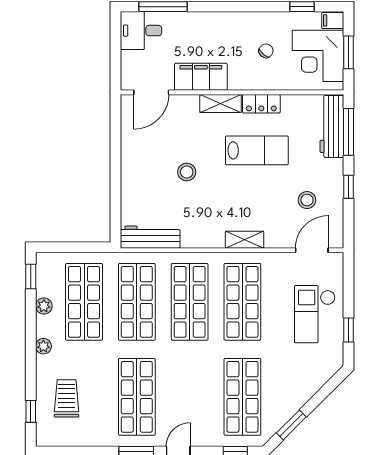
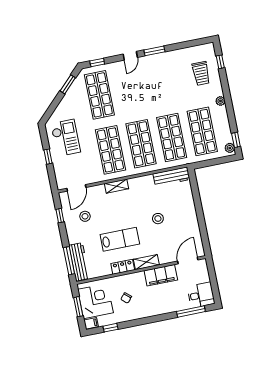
lab bench: (257, 150) -> (120, 239), turned 180
window: (348, 187) -> (60, 216), moved
plant: (44, 306) -> (230, 148), moved
checkout: (315, 314) -> (66, 138), moved
window: (348, 330) -> (48, 157), moved
shop shelf: (137, 397) -> (161, 83), removed

